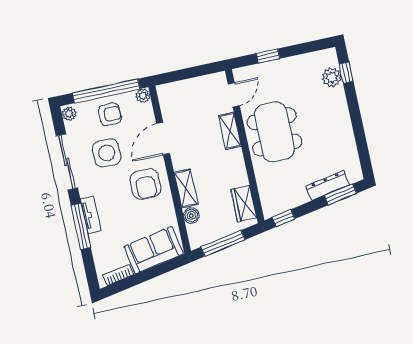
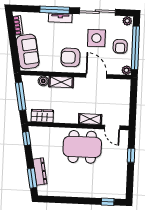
plant: (332, 77) -> (107, 192), removed

